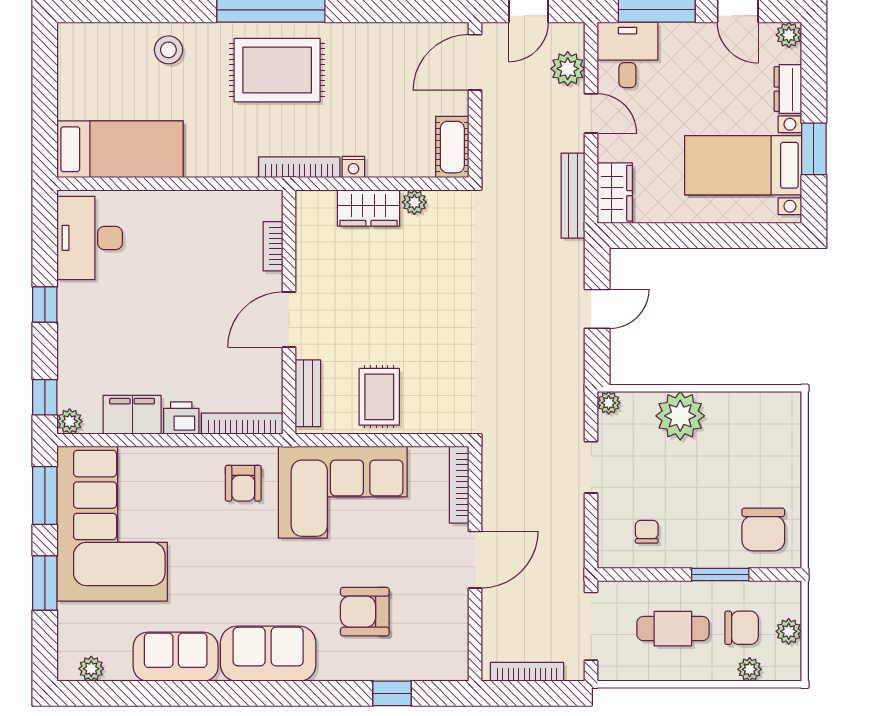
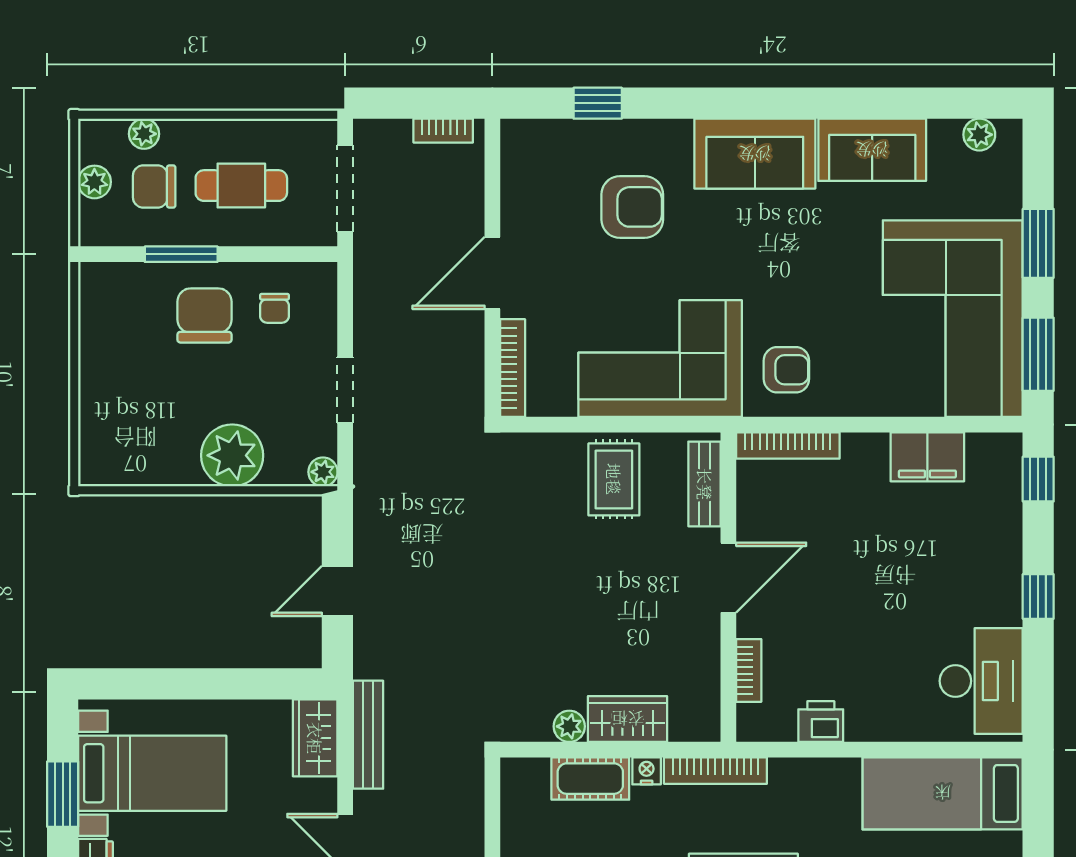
cot: (452, 147) -> (590, 779), moved, turned 90
printer: (181, 418) -> (821, 722), moved, turned 180
plant: (70, 421) -> (1007, 448), removed
armchair: (243, 483) -> (786, 370), turned 90
chair: (763, 529) -> (204, 315), moved
bookcase: (527, 672) -> (443, 131), width x0.64

